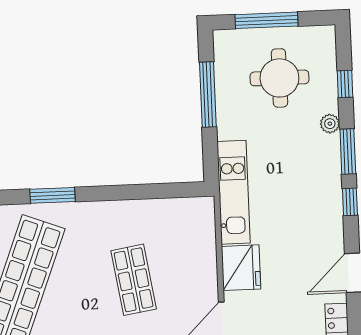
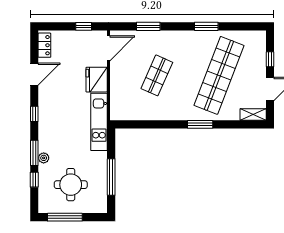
window: (266, 20) -> (65, 217), moved
window: (348, 151) -> (34, 153), moved
shop shelf: (134, 280) -> (157, 75), turned 33

